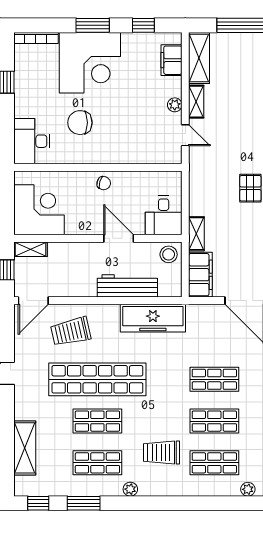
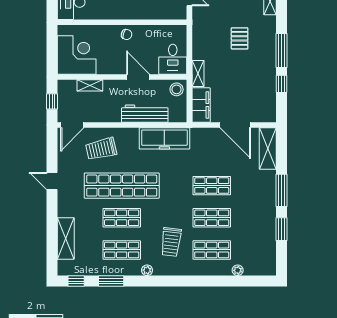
shelving: (31, 249) -> (90, 85), moved
trolley: (161, 452) -> (171, 242), turned -83

